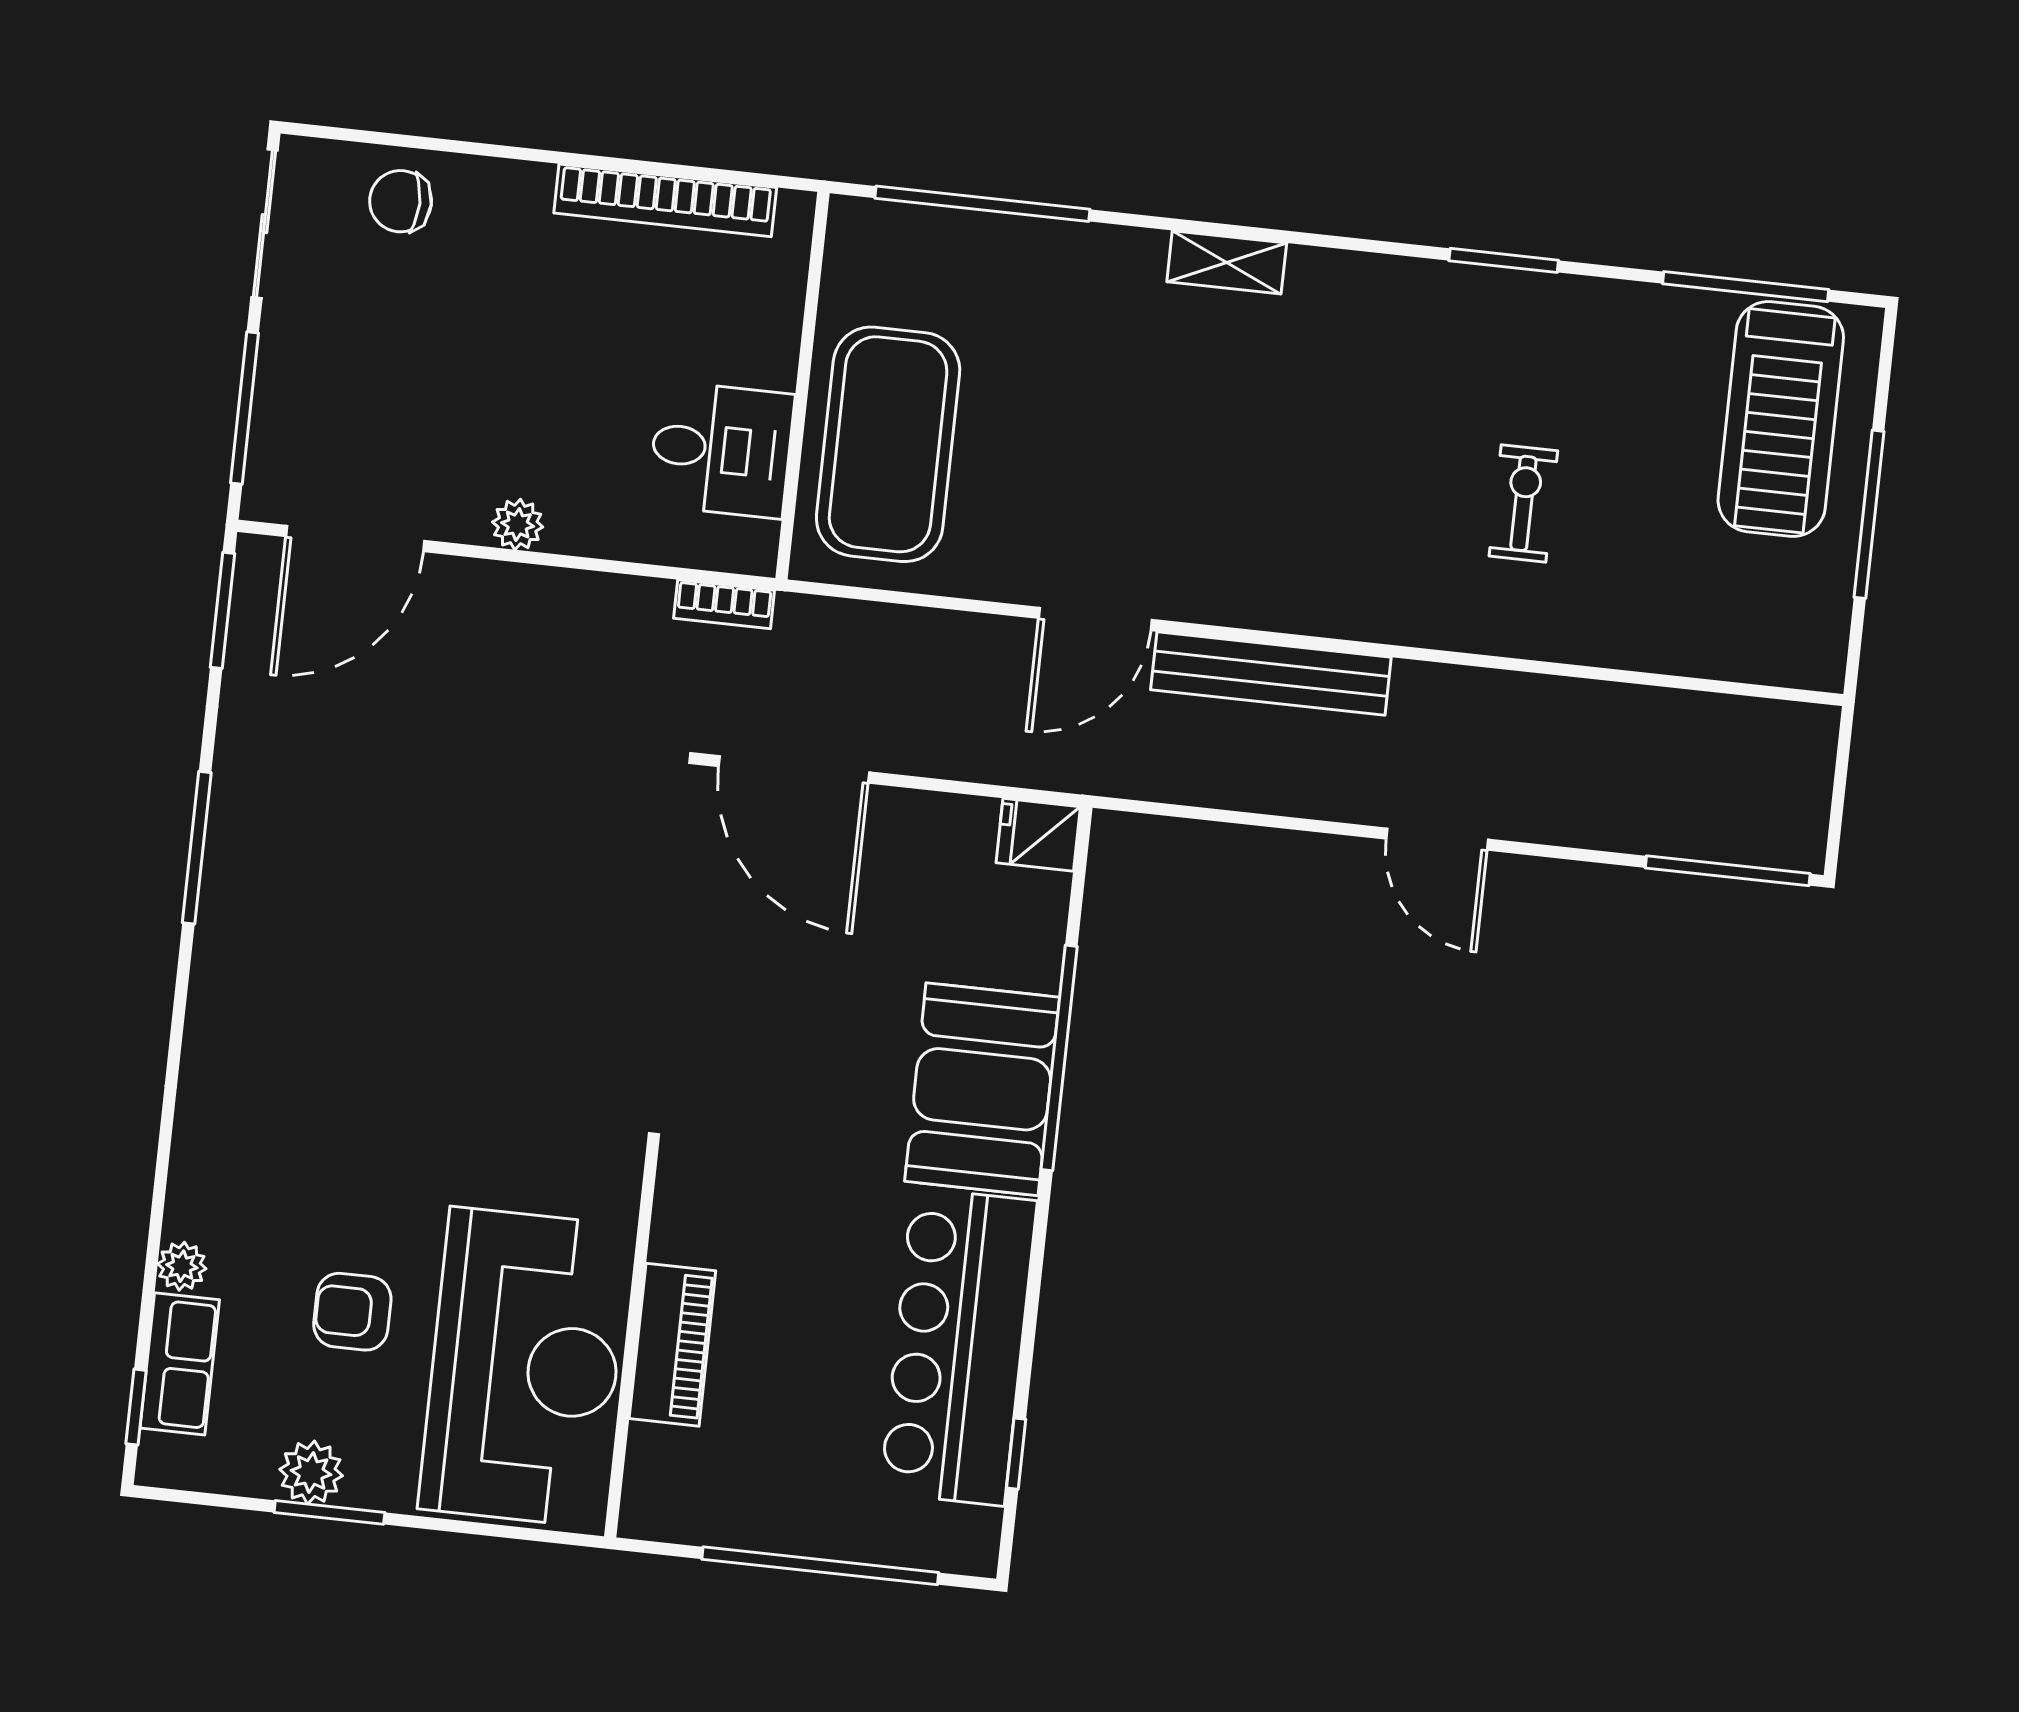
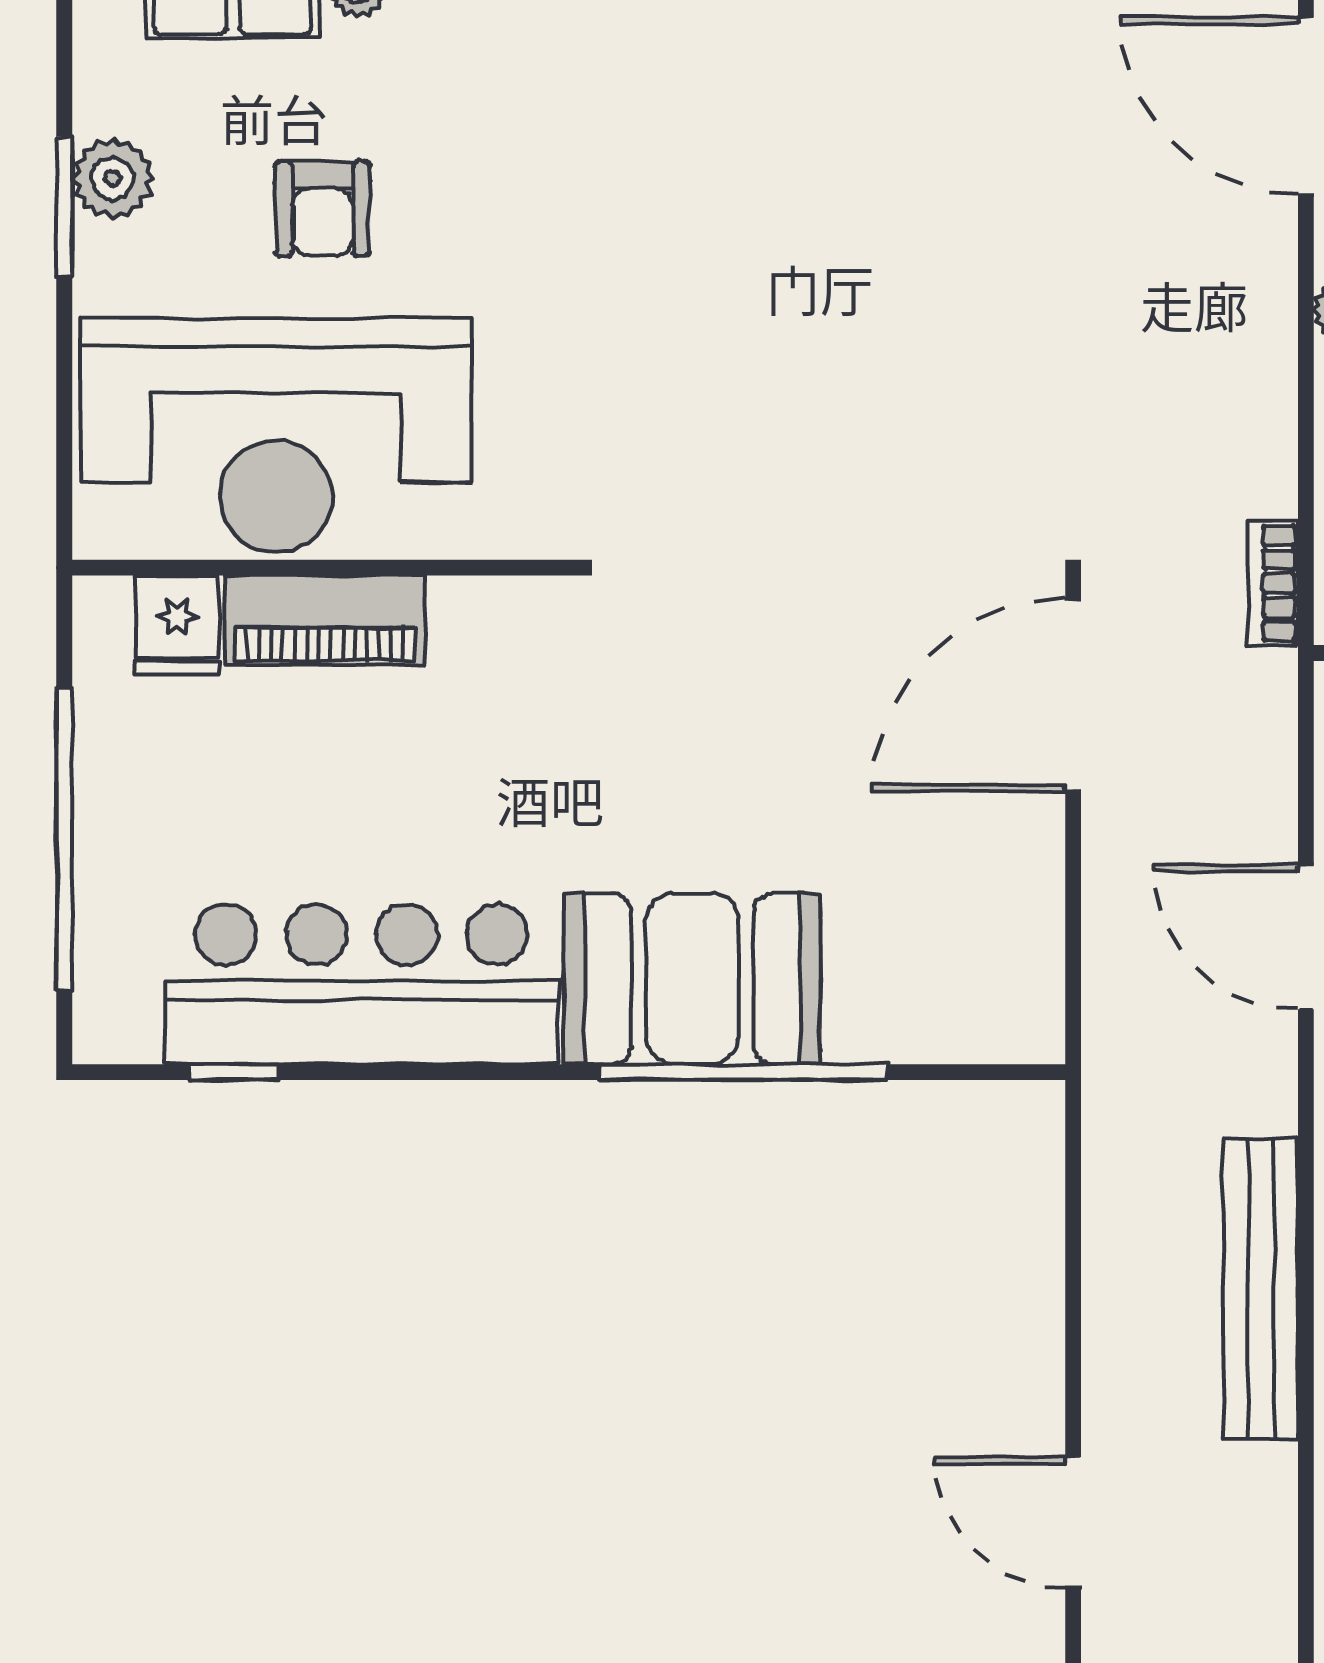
door: (1095, 619) -> (1306, 937), moved
fridge: (1038, 835) -> (177, 625), moved, turned 180
door: (1437, 839) -> (1073, 1522), hinge flipped
armchair: (352, 1312) -> (323, 209), turned 180

